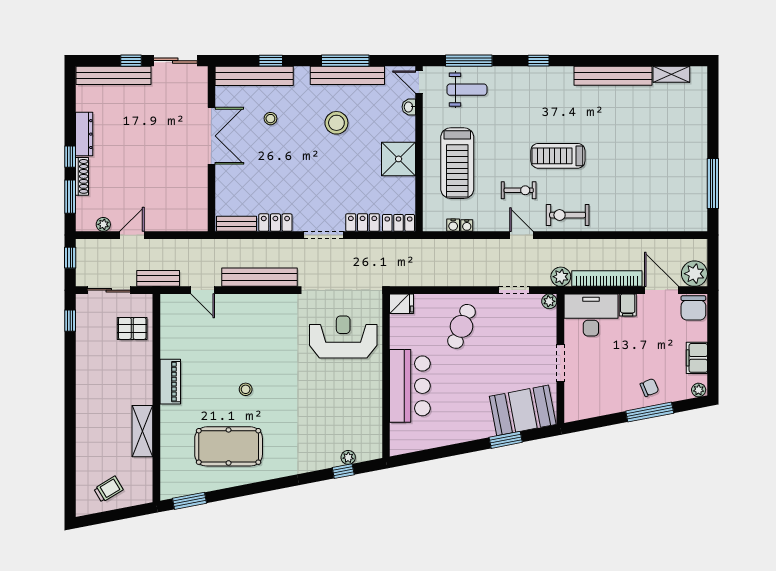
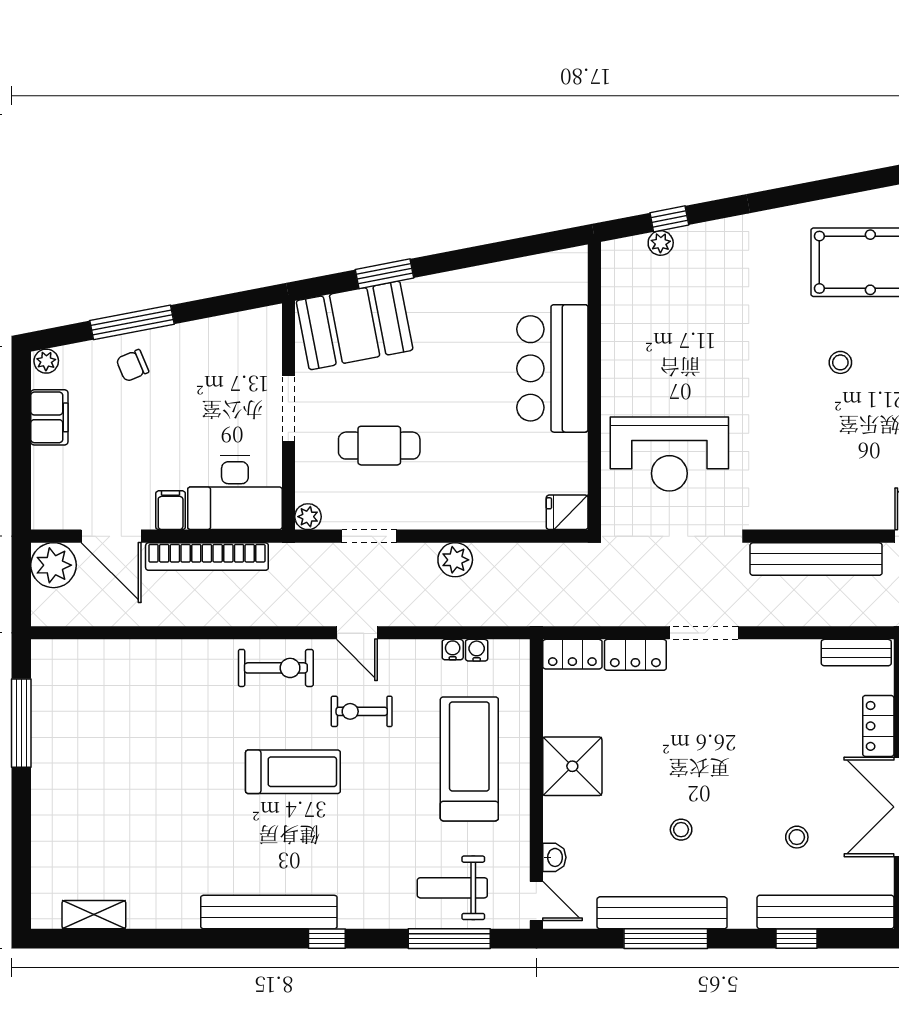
bench: (613, 76) -> (269, 912), moved
stool: (336, 123) -> (681, 830), width x0.53, depth x0.53
locker: (275, 223) -> (878, 726), moved, turned 90
plant: (561, 277) -> (455, 560), moved
chair: (693, 308) -> (55, 505), removed
cafe table: (461, 326) -> (379, 446), moved, turned 68

